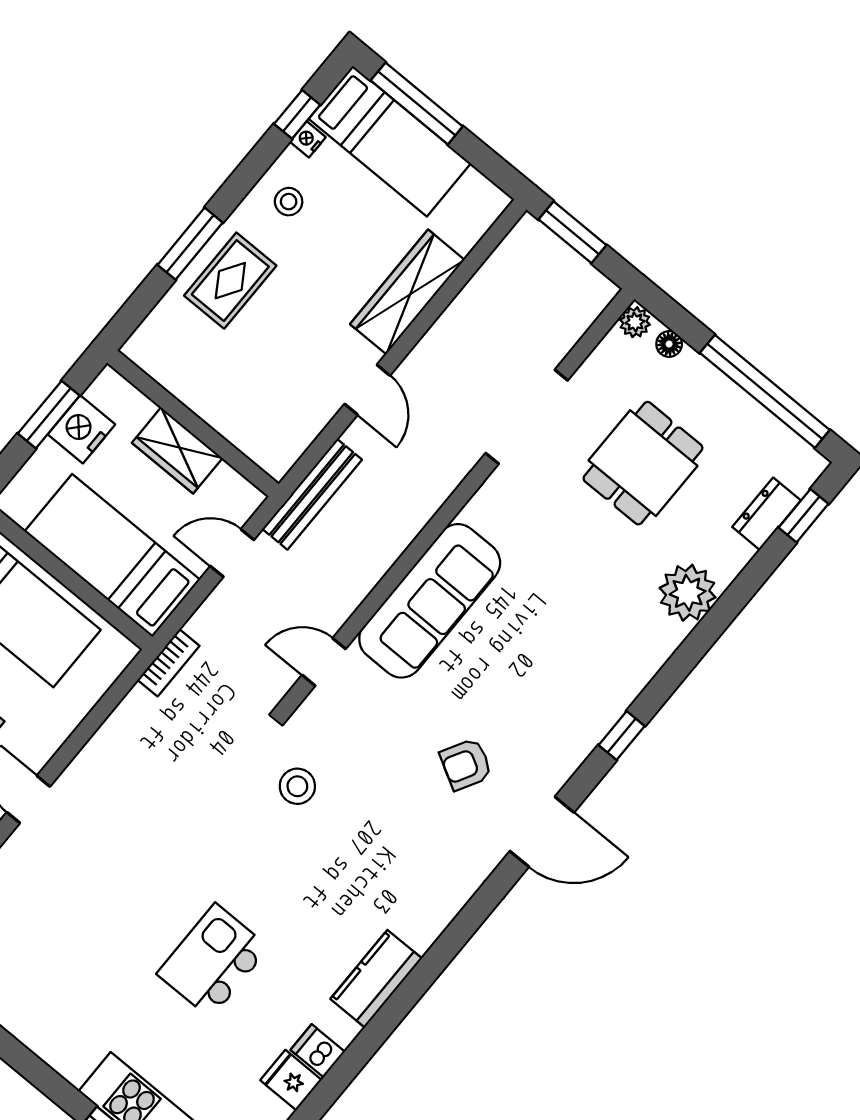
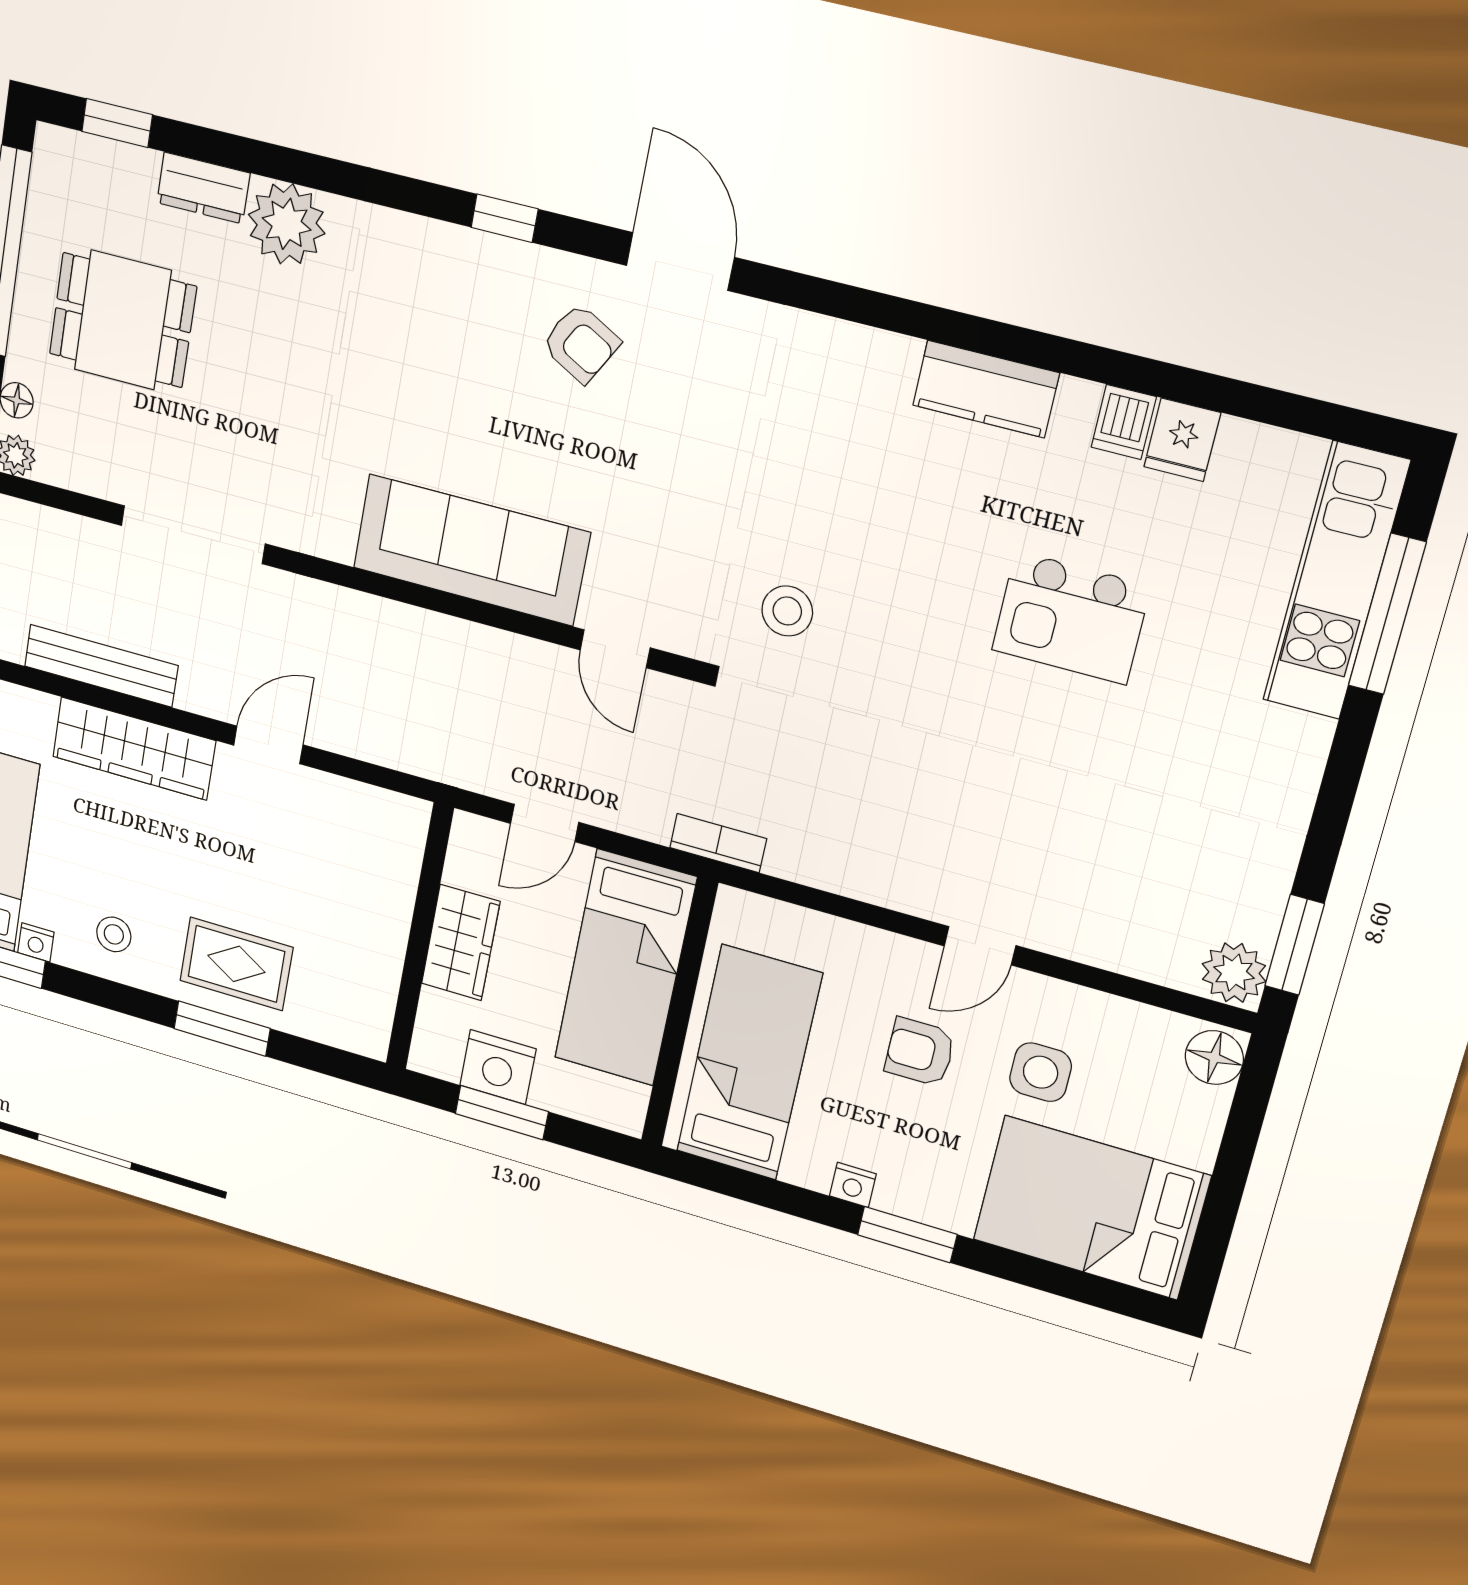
dining table: (643, 463) -> (123, 320), moved
bench: (312, 494) -> (101, 666), moved
dresser: (766, 514) -> (203, 188), moved
door: (232, 553) -> (545, 823), hinge flipped
armchair: (466, 764) -> (581, 343), moved

